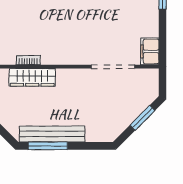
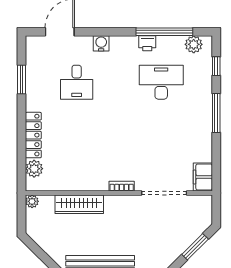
bookcase: (28, 60) -> (122, 186), moved

